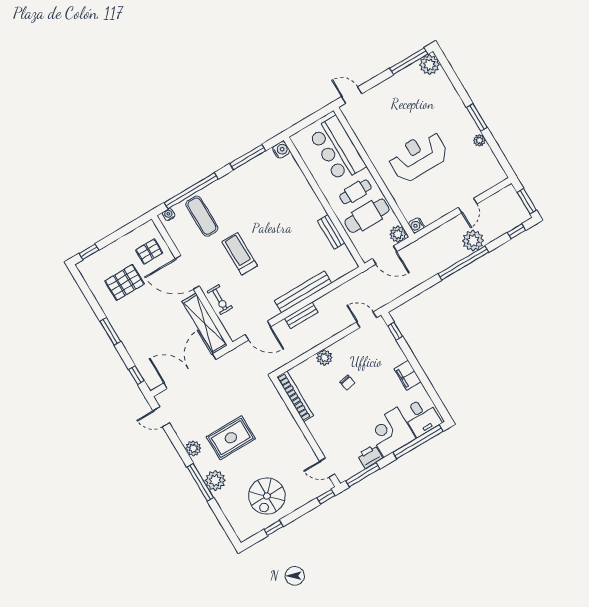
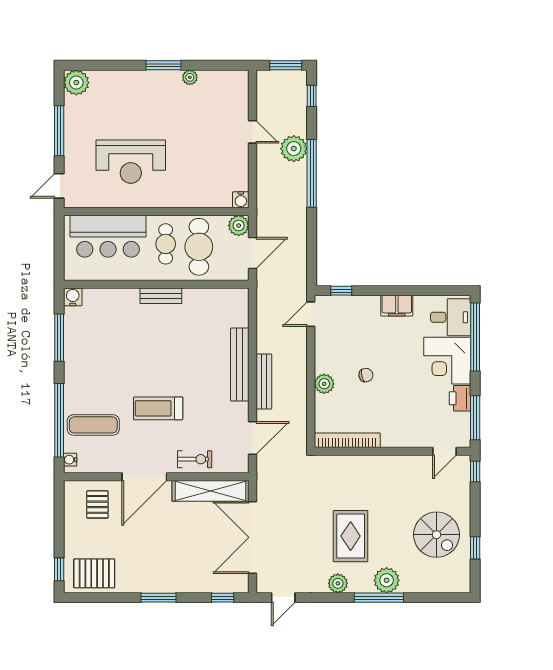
window: (409, 61) -> (59, 131), moved
reception desk: (418, 156) -> (131, 162), moved, turned -90
bench: (331, 232) -> (161, 296), moved
pallet: (125, 282) -> (94, 573), moved, turned 90
bench: (301, 315) -> (264, 382), width x1.36

